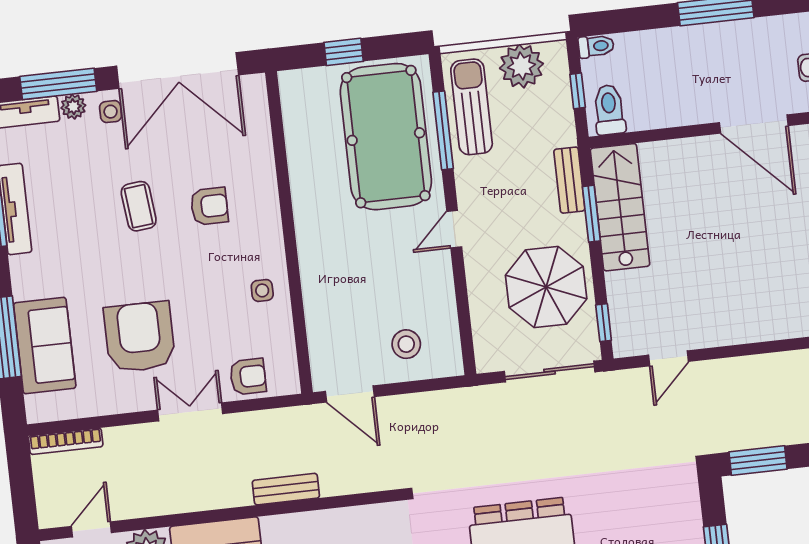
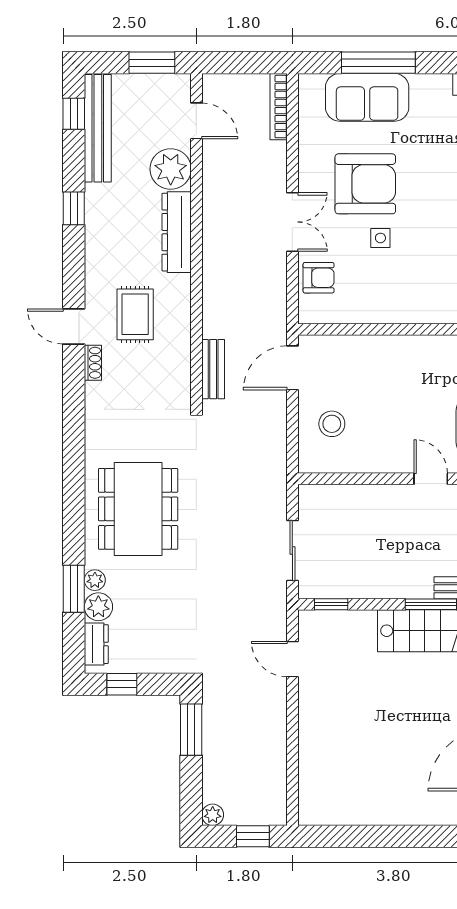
parasol: (546, 287) -> (369, 556), removed
side table: (262, 290) -> (380, 238), moved
sliding door: (550, 372) -> (292, 550), width x0.73
armchair: (248, 377) -> (319, 278), turned -90
bench: (286, 489) -> (213, 369), moved

